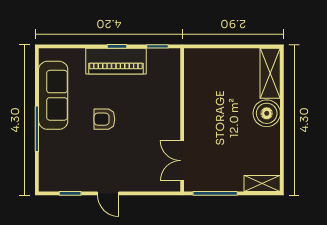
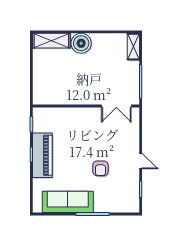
armchair: (104, 119) -> (100, 168), moved
door: (108, 193) -> (141, 161), hinge flipped

